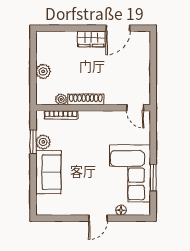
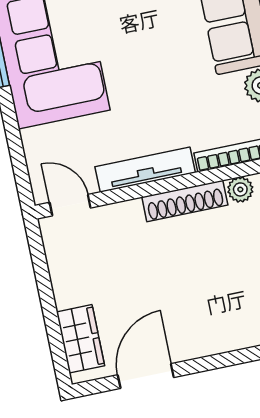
wardrobe: (91, 39) -> (80, 339), moved, turned 90
tv unit: (100, 116) -> (145, 170), added

